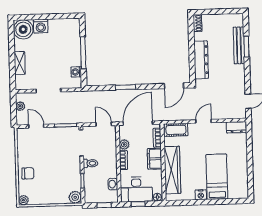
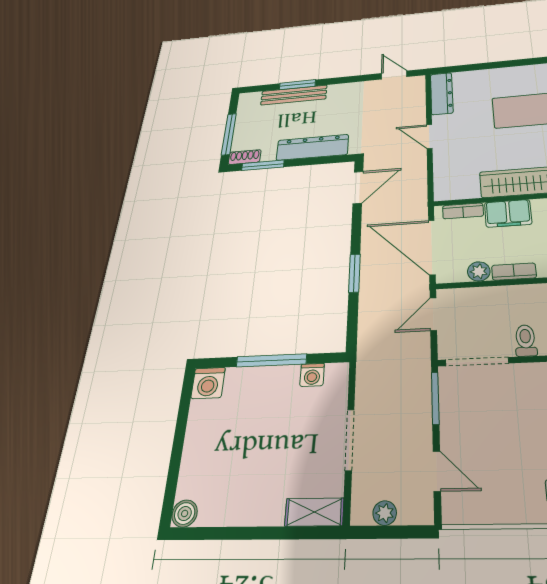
window: (214, 12) -> (229, 134), added
washing machine: (41, 26) -> (208, 383), moved, turned 90
boiler: (23, 29) -> (185, 513), width x0.54, depth x0.54
window: (191, 34) -> (263, 165), added
shelving: (20, 63) -> (314, 512), moved
door: (174, 86) -> (358, 187), hinge flipped
door: (36, 126) -> (437, 471), swing flipped
dresser: (237, 127) -> (442, 94), width x1.44
cot: (176, 130) -> (446, 180), removed

